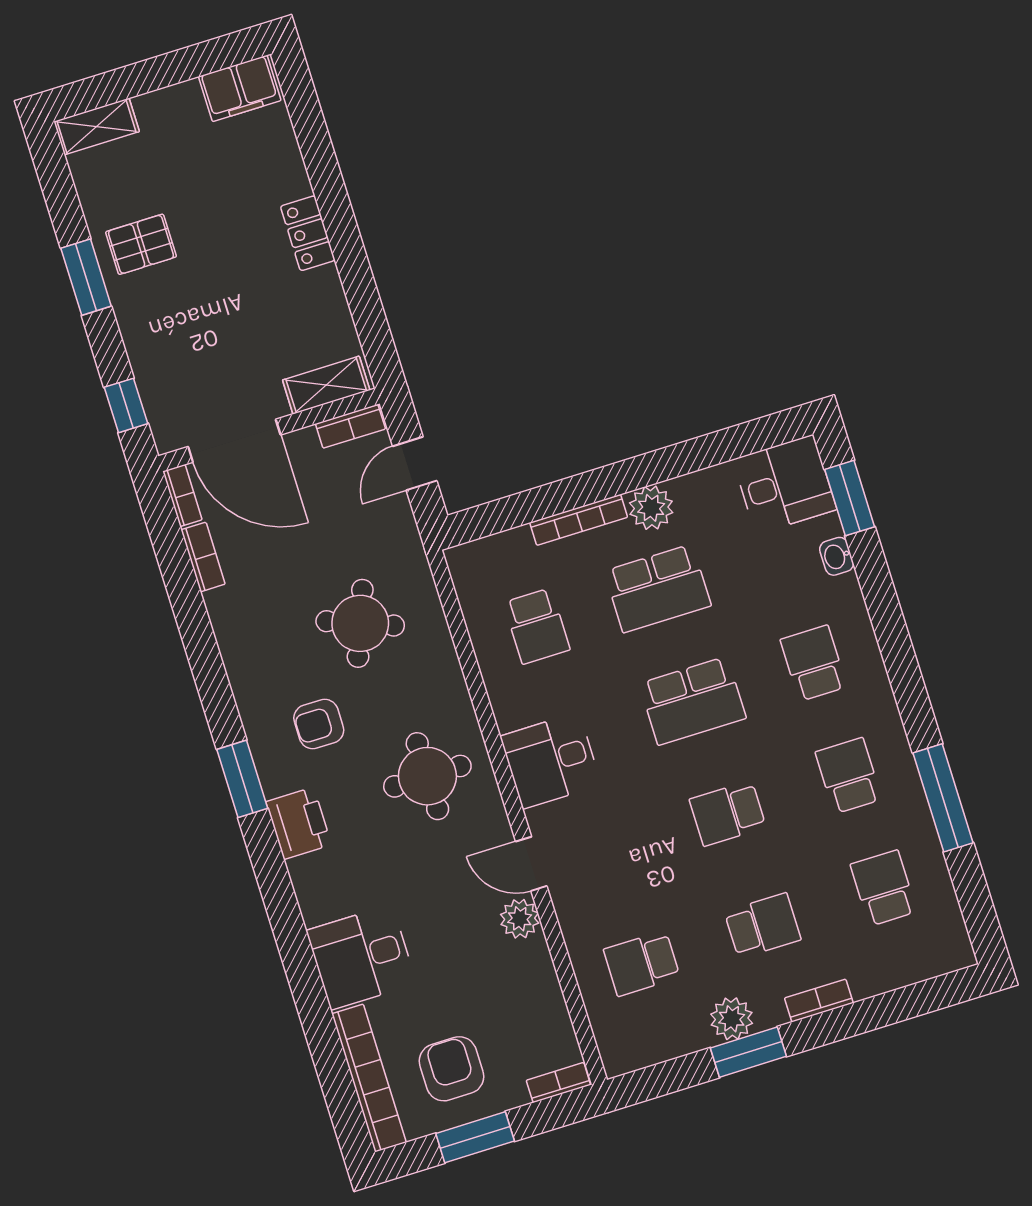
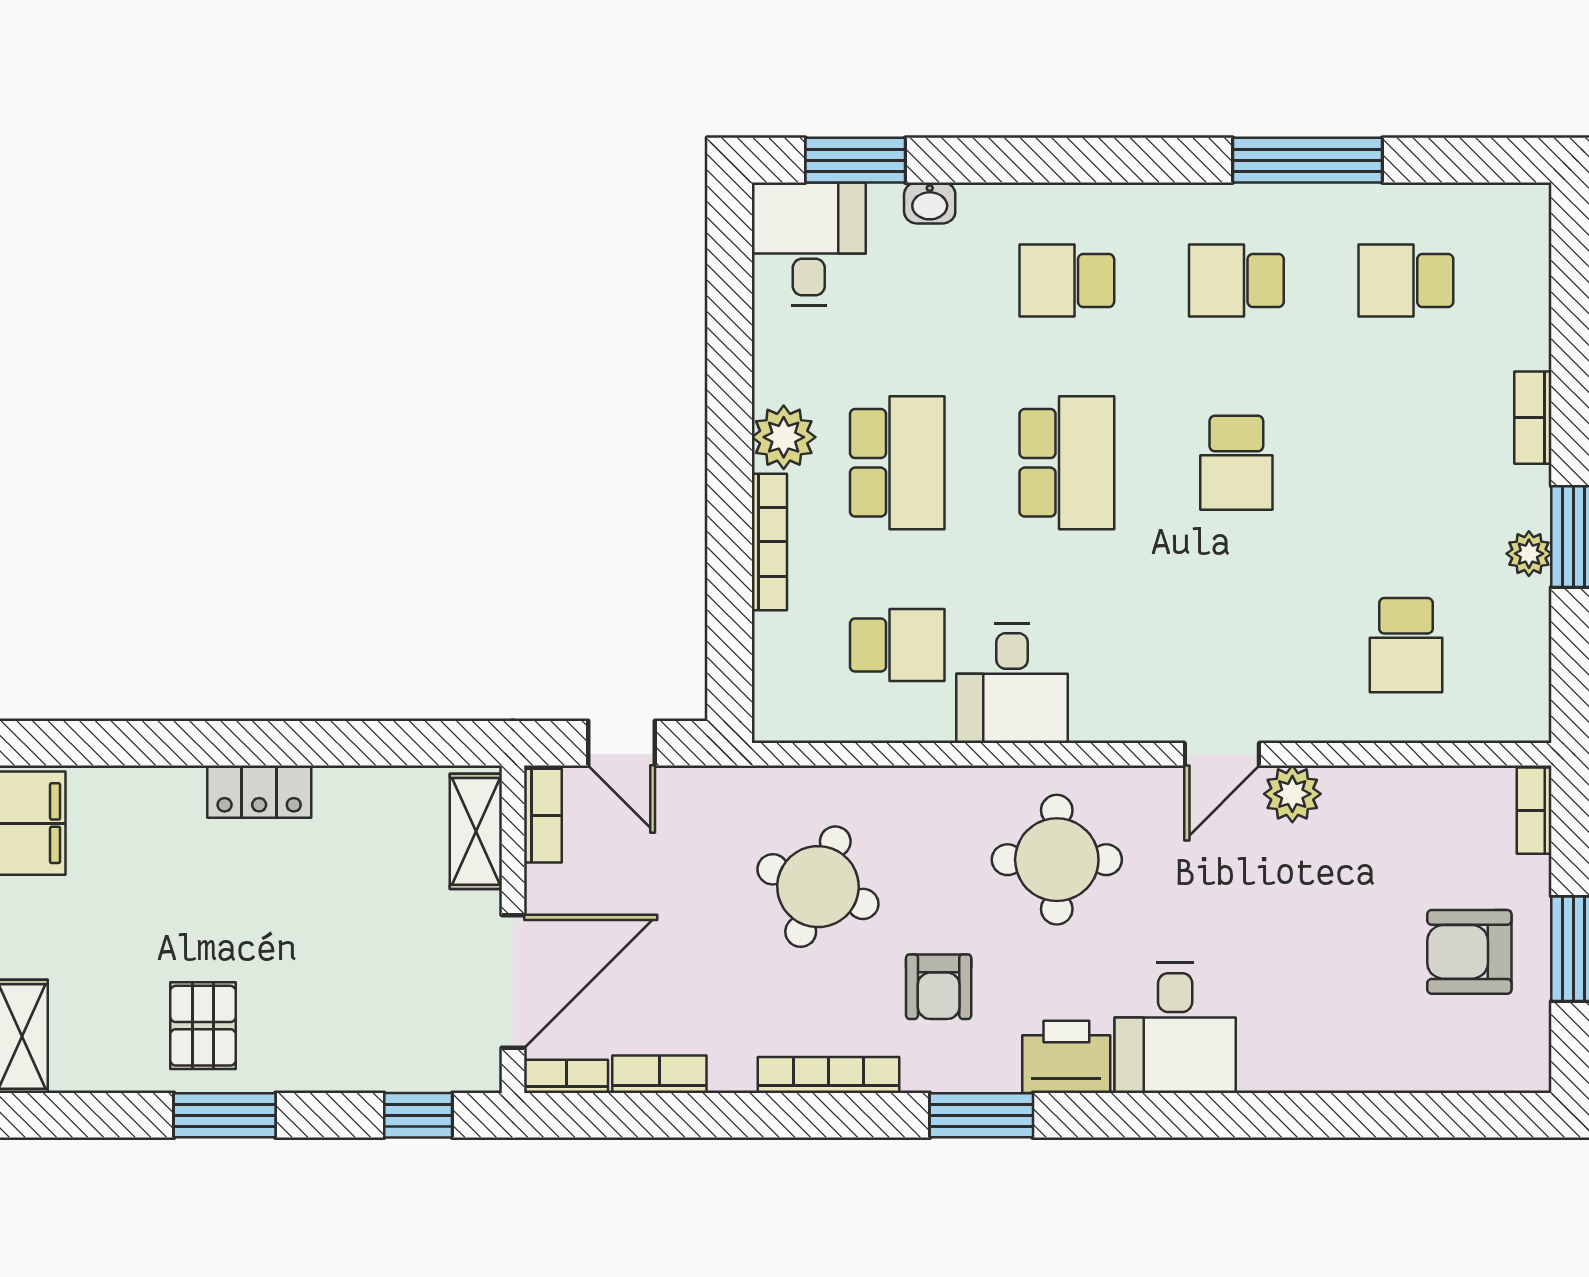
desk: (551, 760) -> (1012, 683), moved
school desk: (763, 926) -> (1406, 463), removed
desk: (361, 957) -> (1175, 1028), moved
plant: (732, 1019) -> (1529, 554), width x0.73, depth x0.73
bookcase: (369, 1078) -> (829, 1075), moved, width x0.68, depth x0.76

